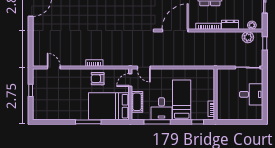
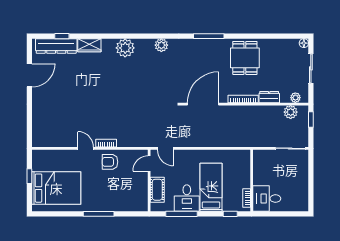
door: (54, 67) -> (86, 148), moved
desk: (251, 94) -> (267, 199), moved, turned 180
bed: (109, 106) -> (56, 188), moved, turned 180

